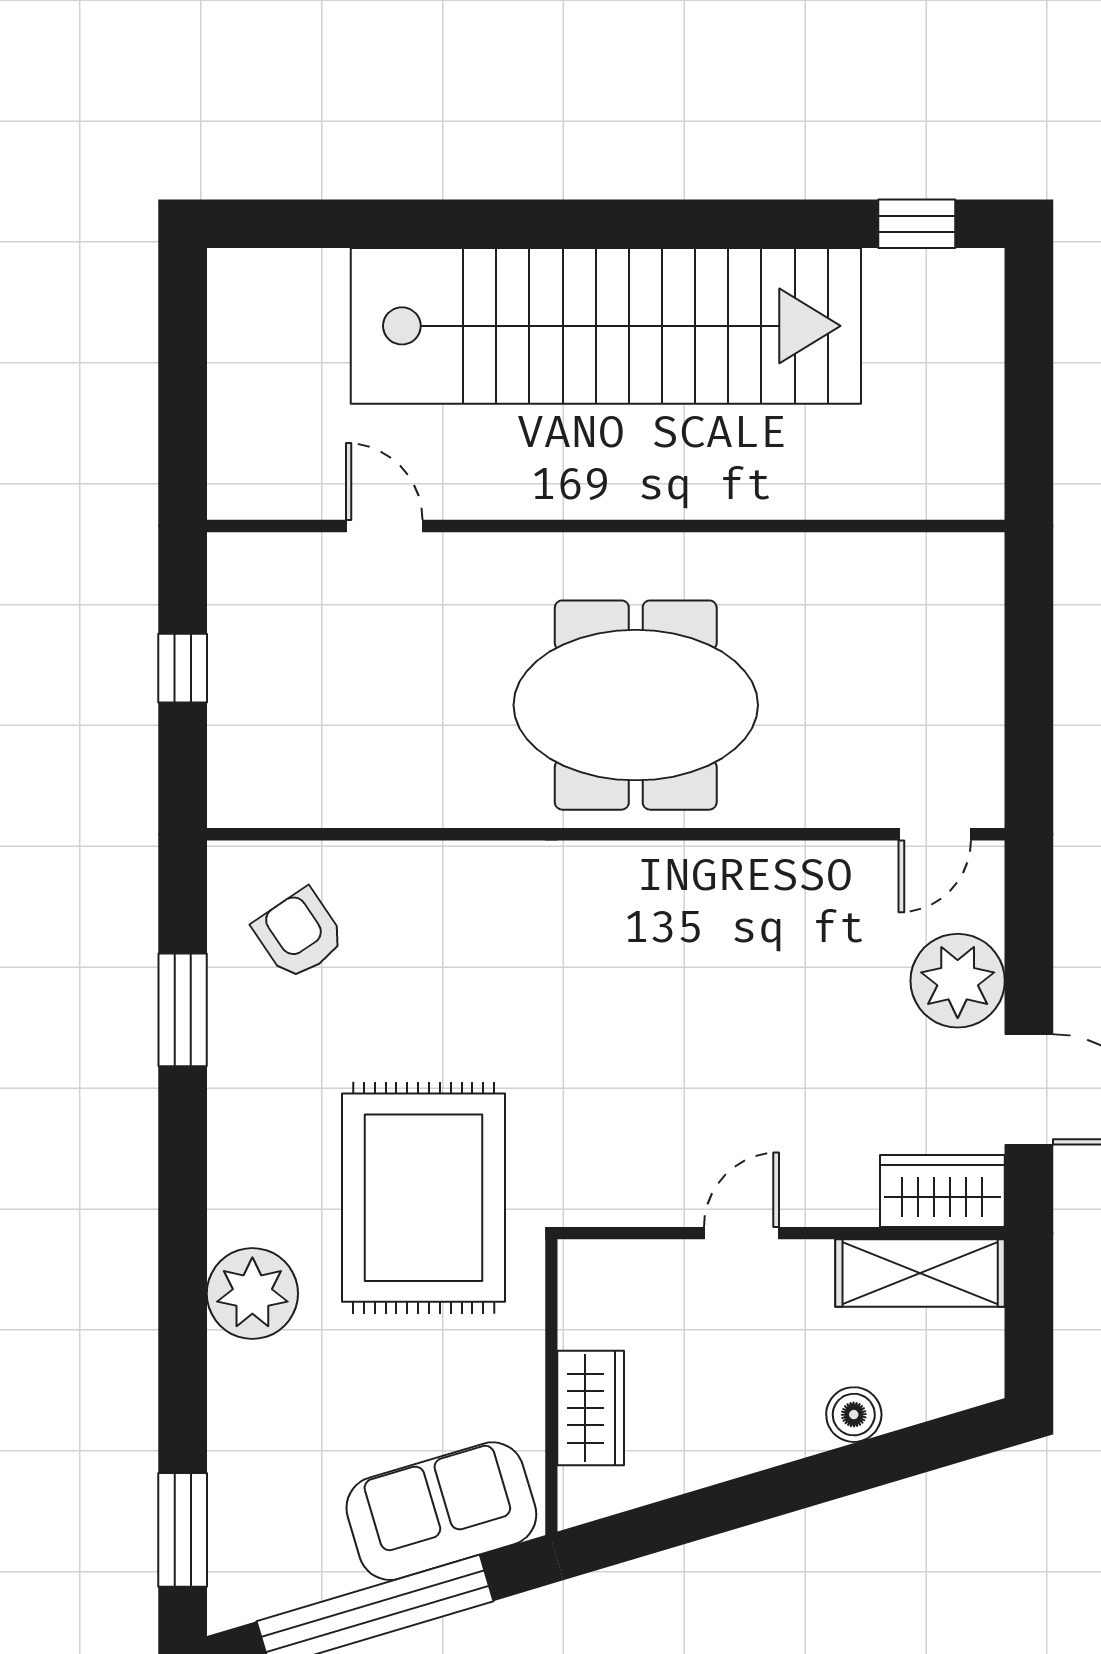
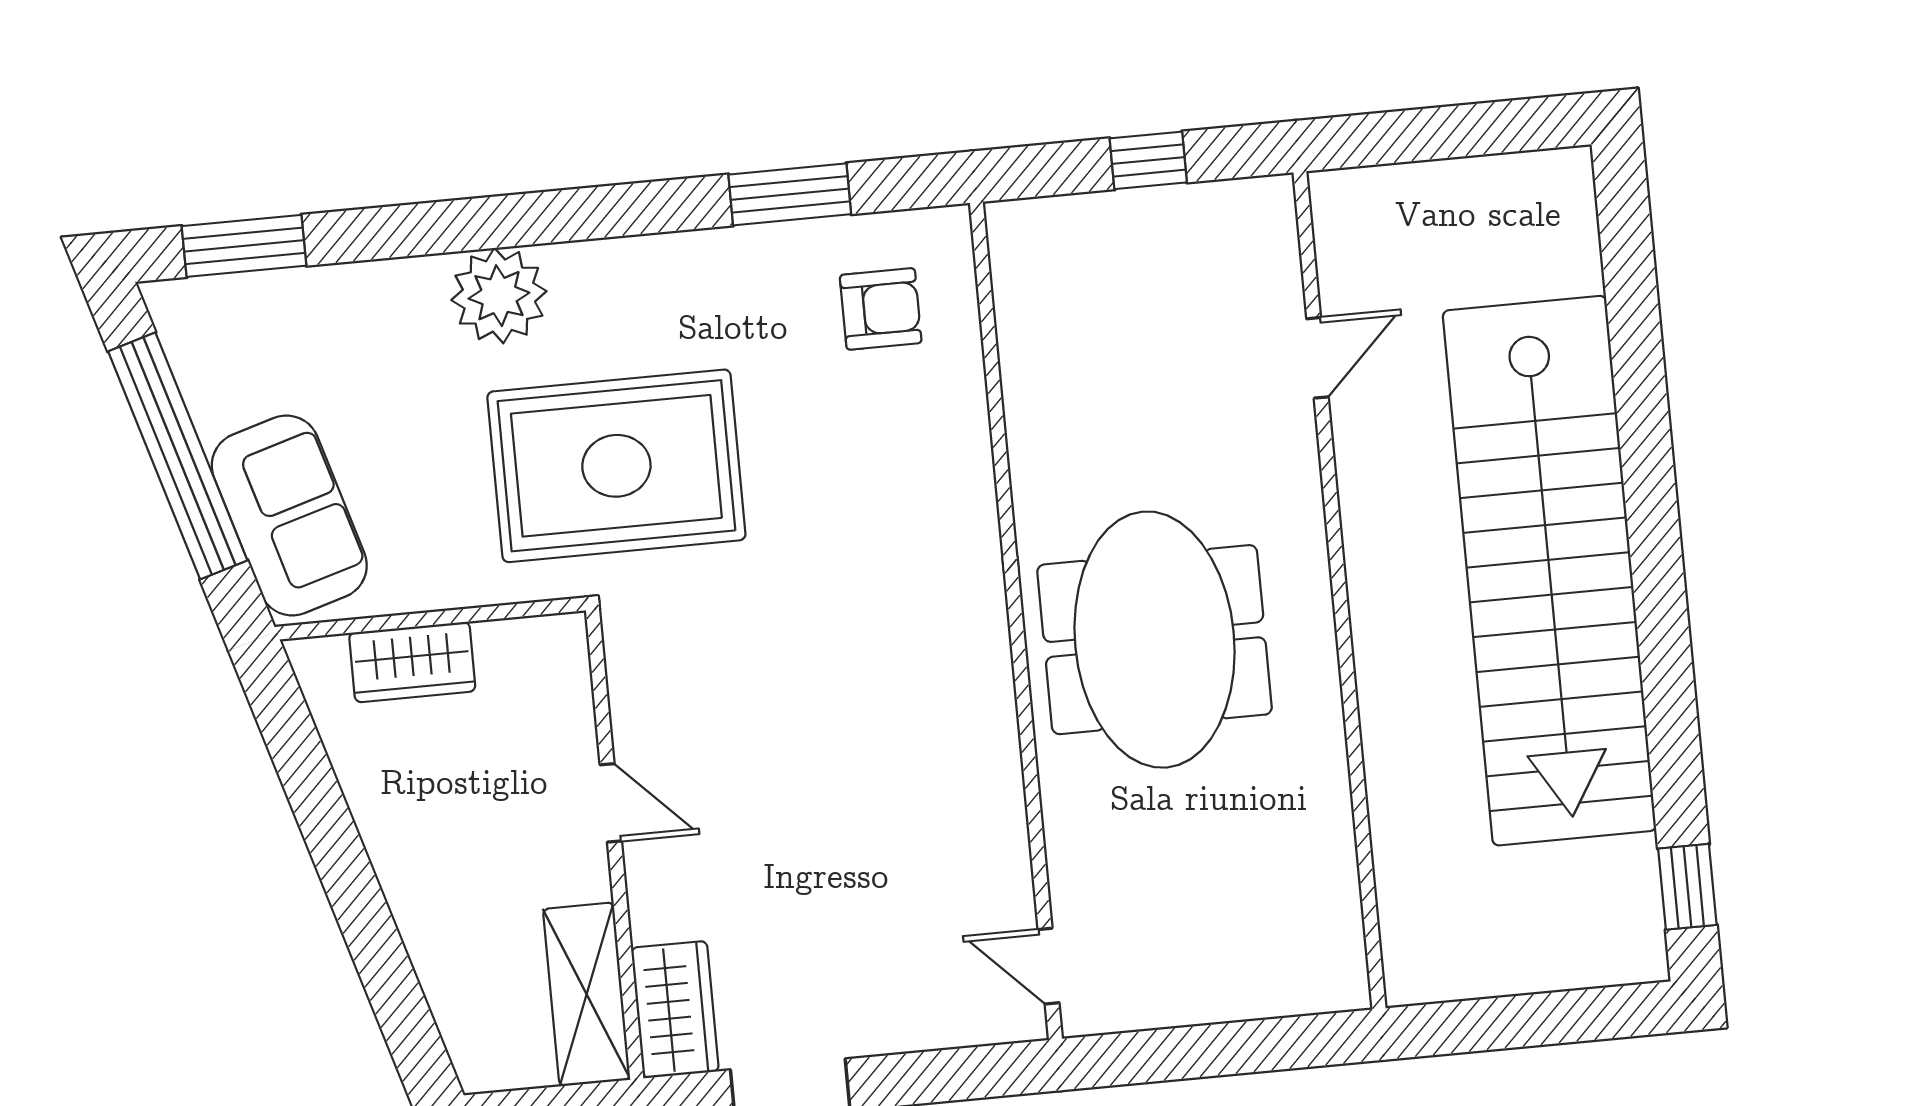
armchair: (299, 934) -> (881, 309), turned 34
plant: (958, 981) -> (897, 1005), removed
boiler: (854, 1415) -> (432, 939), removed

